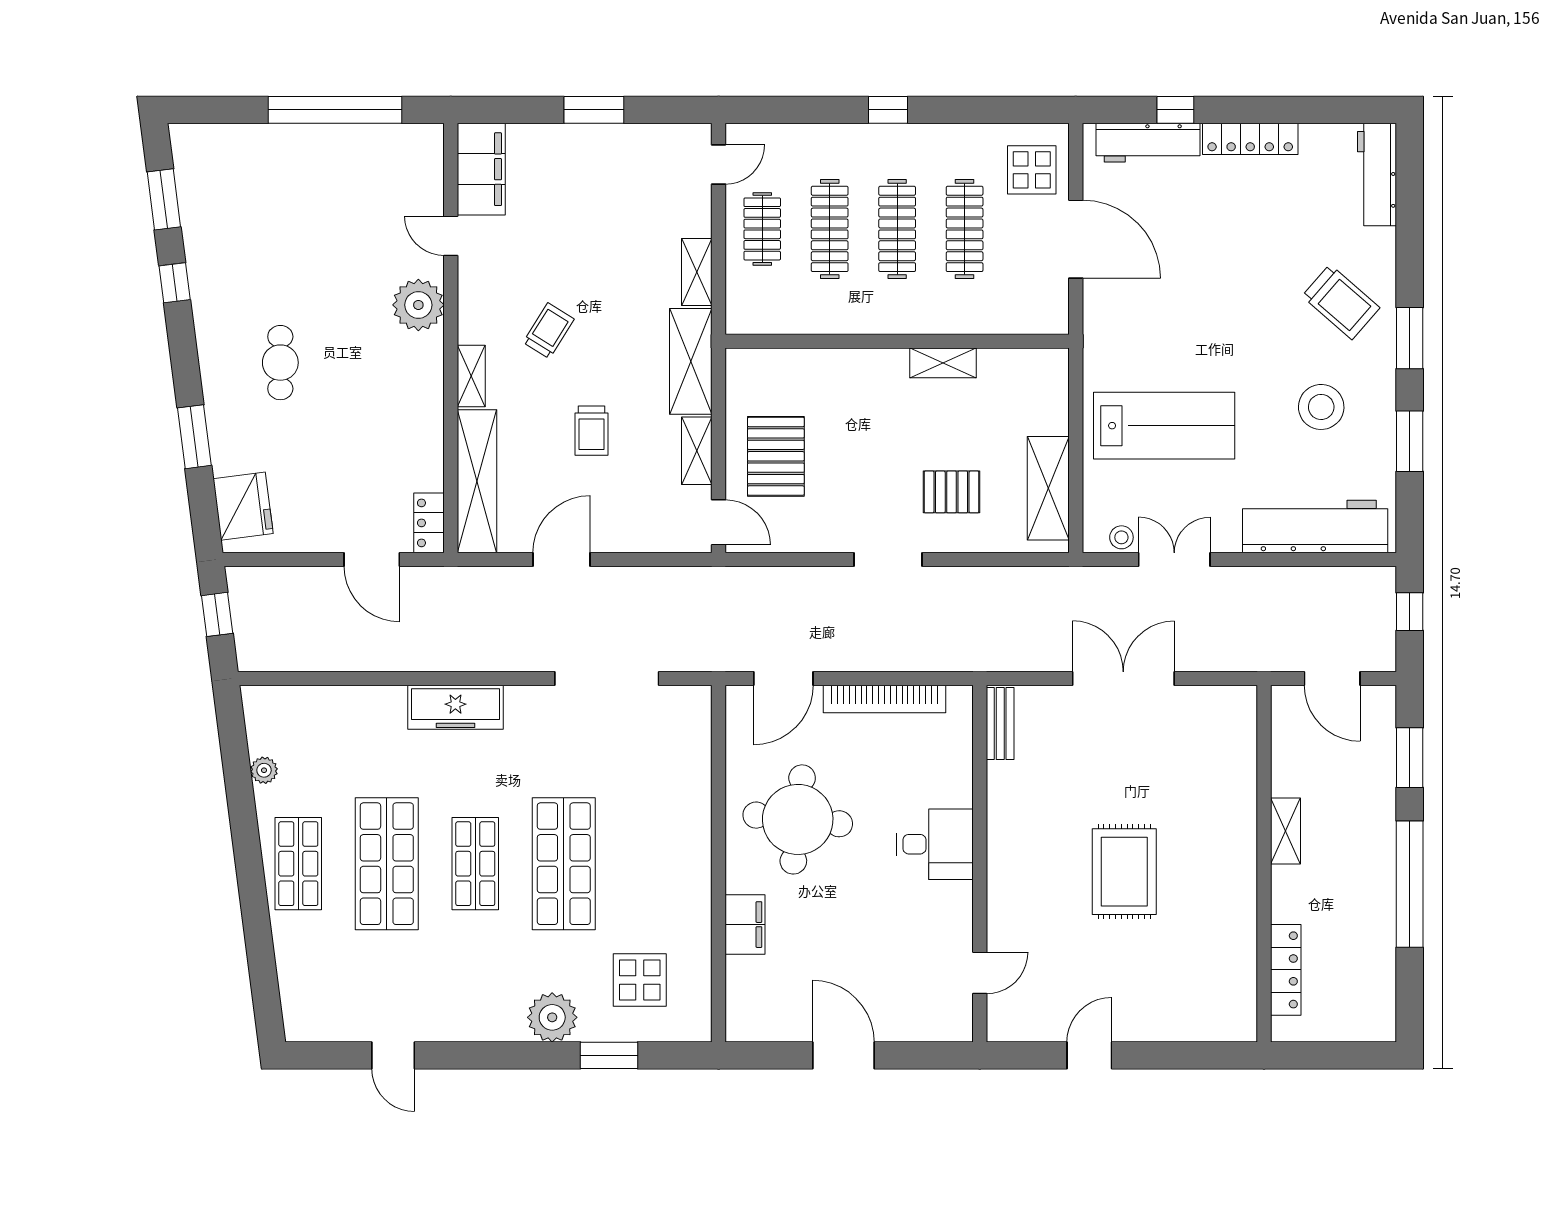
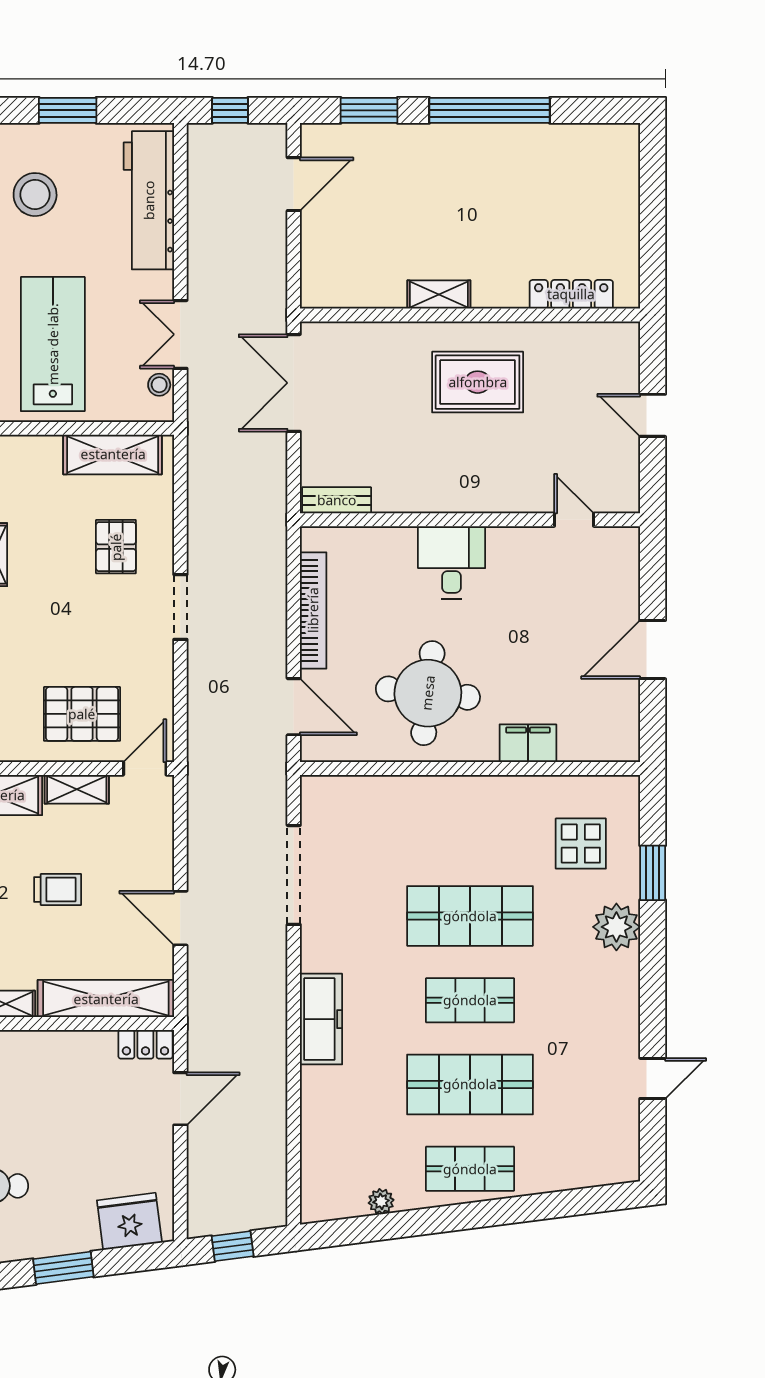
shelving: (1286, 831) -> (439, 295), moved
wall: (1264, 864) -> (470, 315), moved
locker: (1286, 970) -> (571, 294), moved

